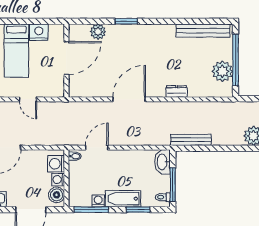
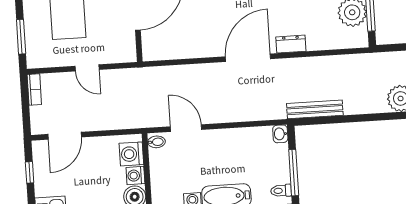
door: (129, 99) -> (248, 58), moved
door: (97, 148) -> (186, 128), hinge flipped
washbasin: (162, 162) -> (280, 134), width x0.52, depth x0.69

